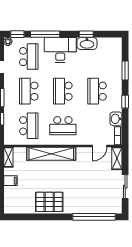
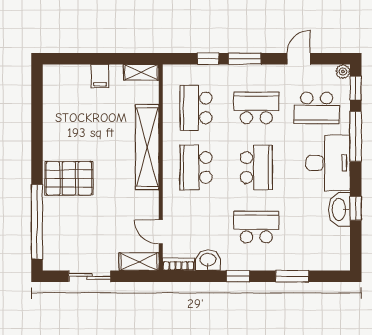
school desk: (63, 91) -> (256, 167), turned 90
school desk: (29, 126) -> (196, 108), turned 90
pallet: (49, 202) -> (69, 178), moved, turned 90

